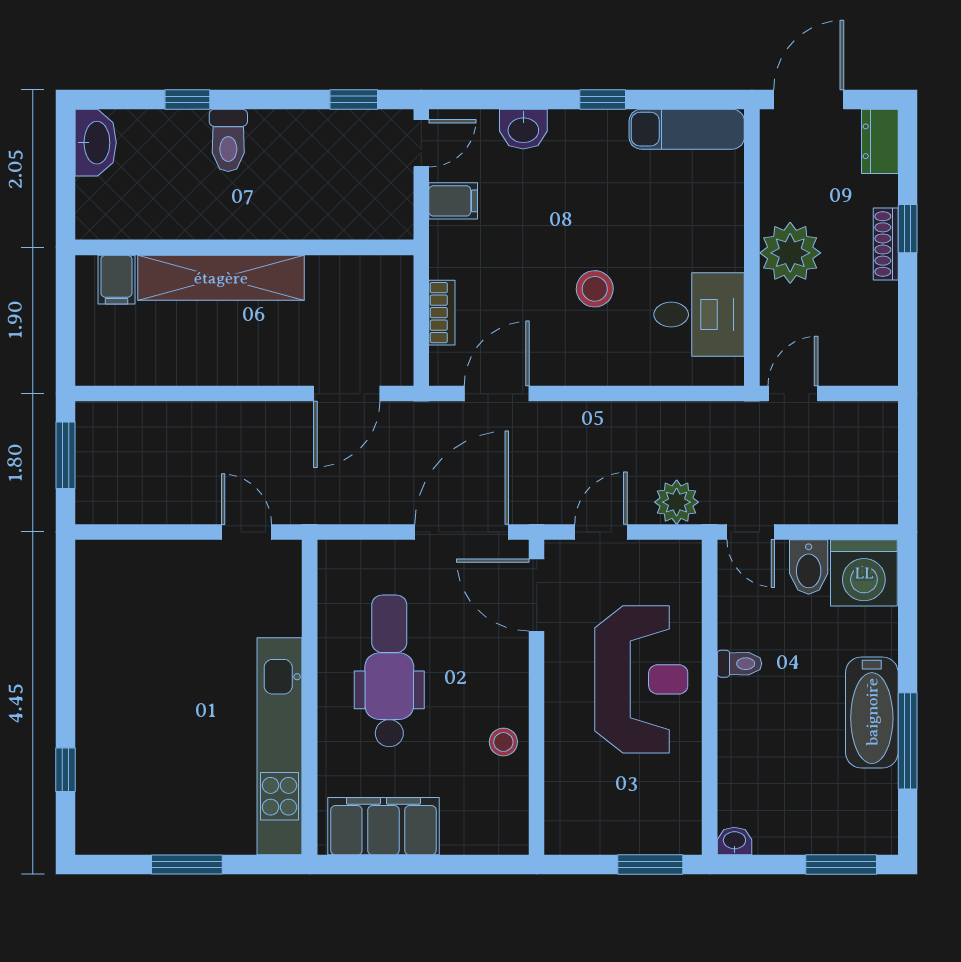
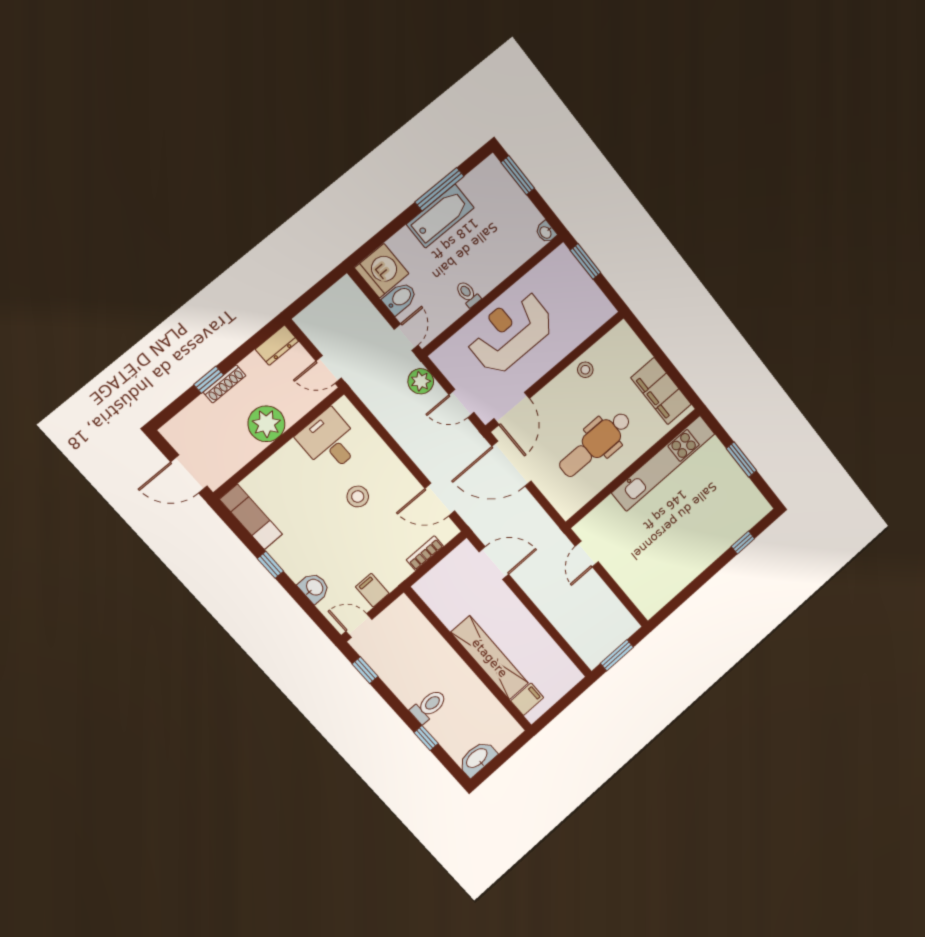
dresser: (880, 141) -> (277, 345), moved

